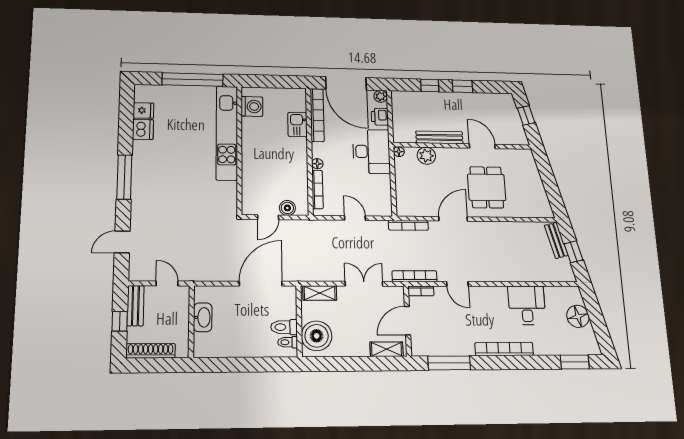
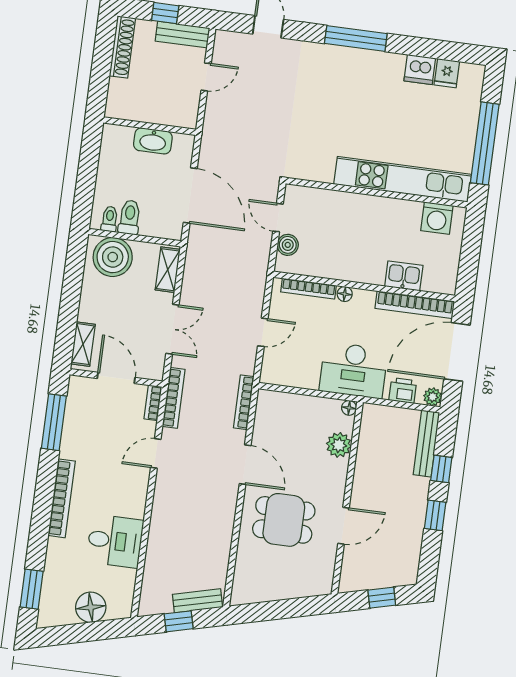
bench: (439, 137) -> (426, 444), moved
washbasin: (203, 317) -> (153, 141), moved
wall: (191, 321) -> (150, 126), moved

